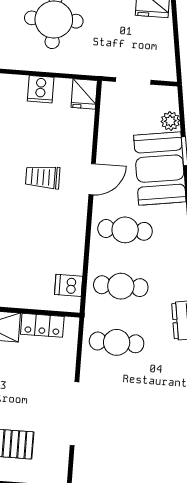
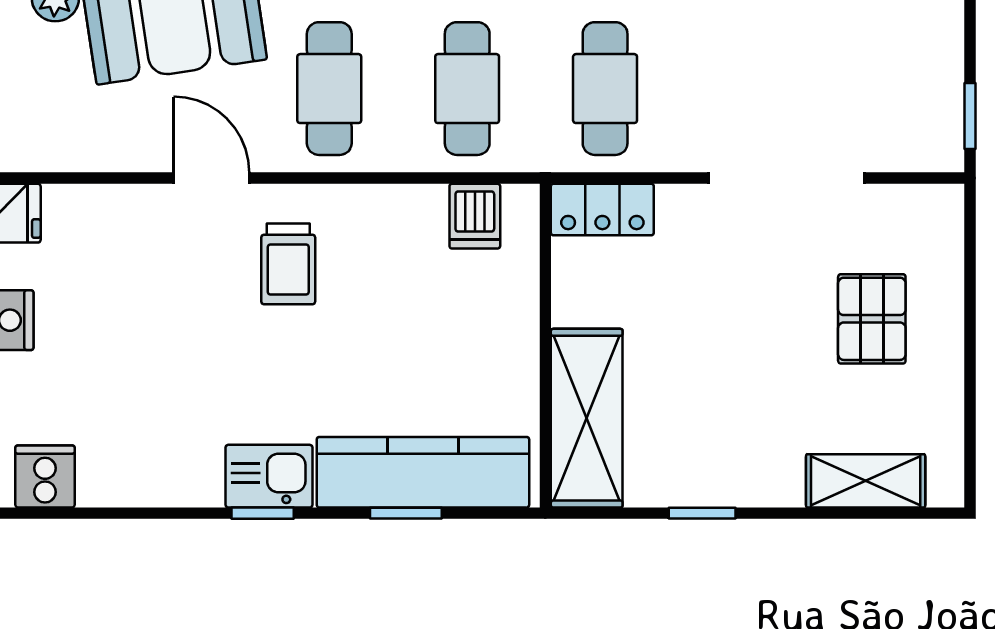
trolley: (43, 177) -> (288, 264), moved
locker: (42, 325) -> (602, 210), moved, turned 90

